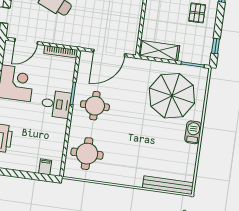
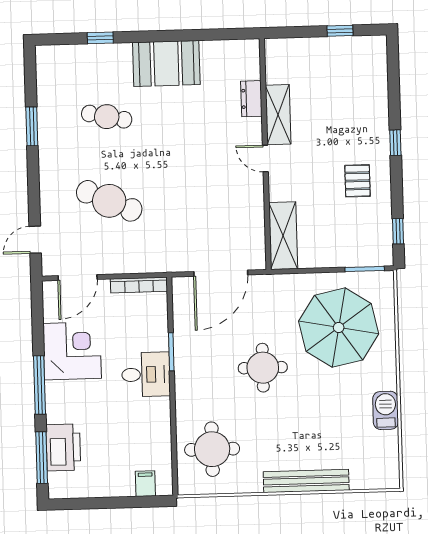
shelving: (159, 51) -> (283, 236), moved, turned 90
round table: (95, 106) -> (263, 368), moved
barbecue: (193, 132) -> (386, 410), moved
bench: (168, 185) -> (306, 481), moved

